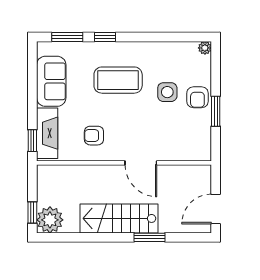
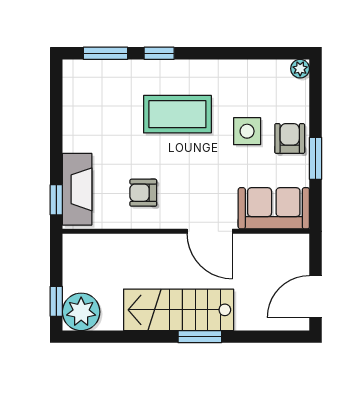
sofa: (51, 81) -> (274, 208), moved, turned -90
armchair: (197, 97) -> (290, 138), turned 180
window: (149, 237) -> (200, 337), moved

